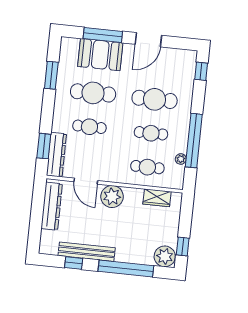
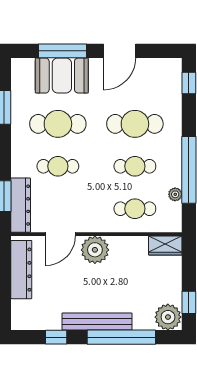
door: (86, 181) -> (60, 234), hinge flipped
wardrobe: (157, 198) -> (165, 246), moved
bench: (87, 252) -> (97, 321), moved

